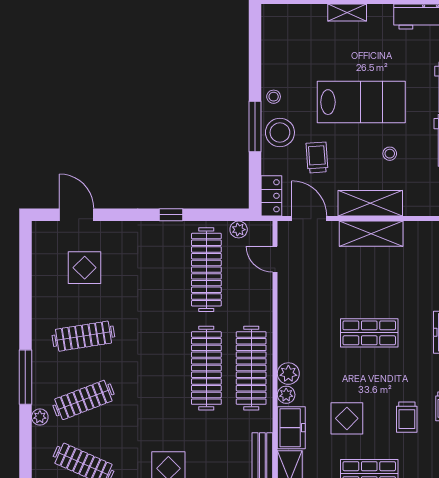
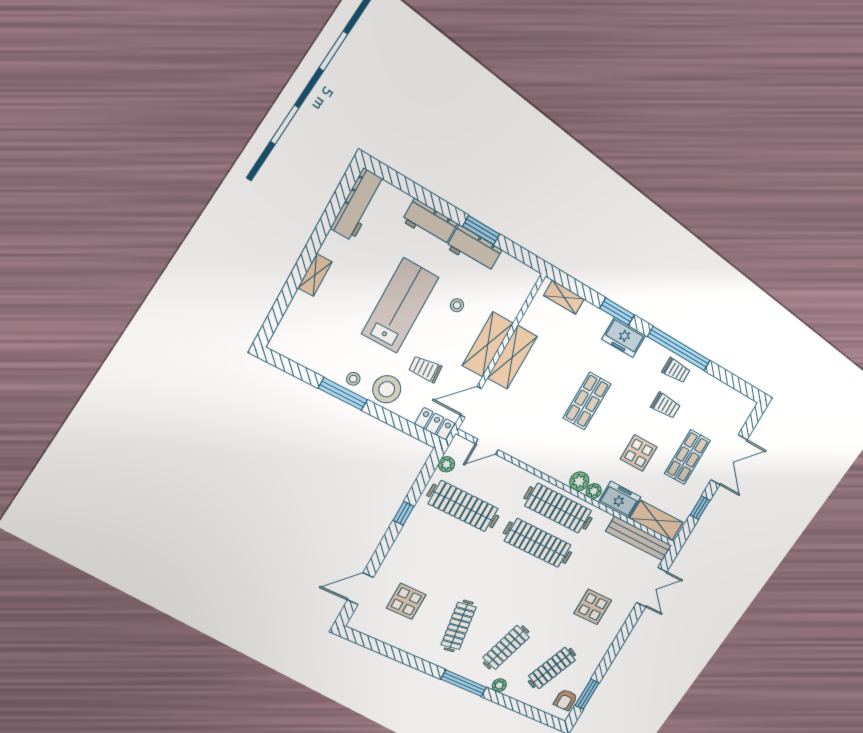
window: (255, 127) -> (343, 394), moved
clothes rail: (83, 400) -> (506, 647), turned 39

